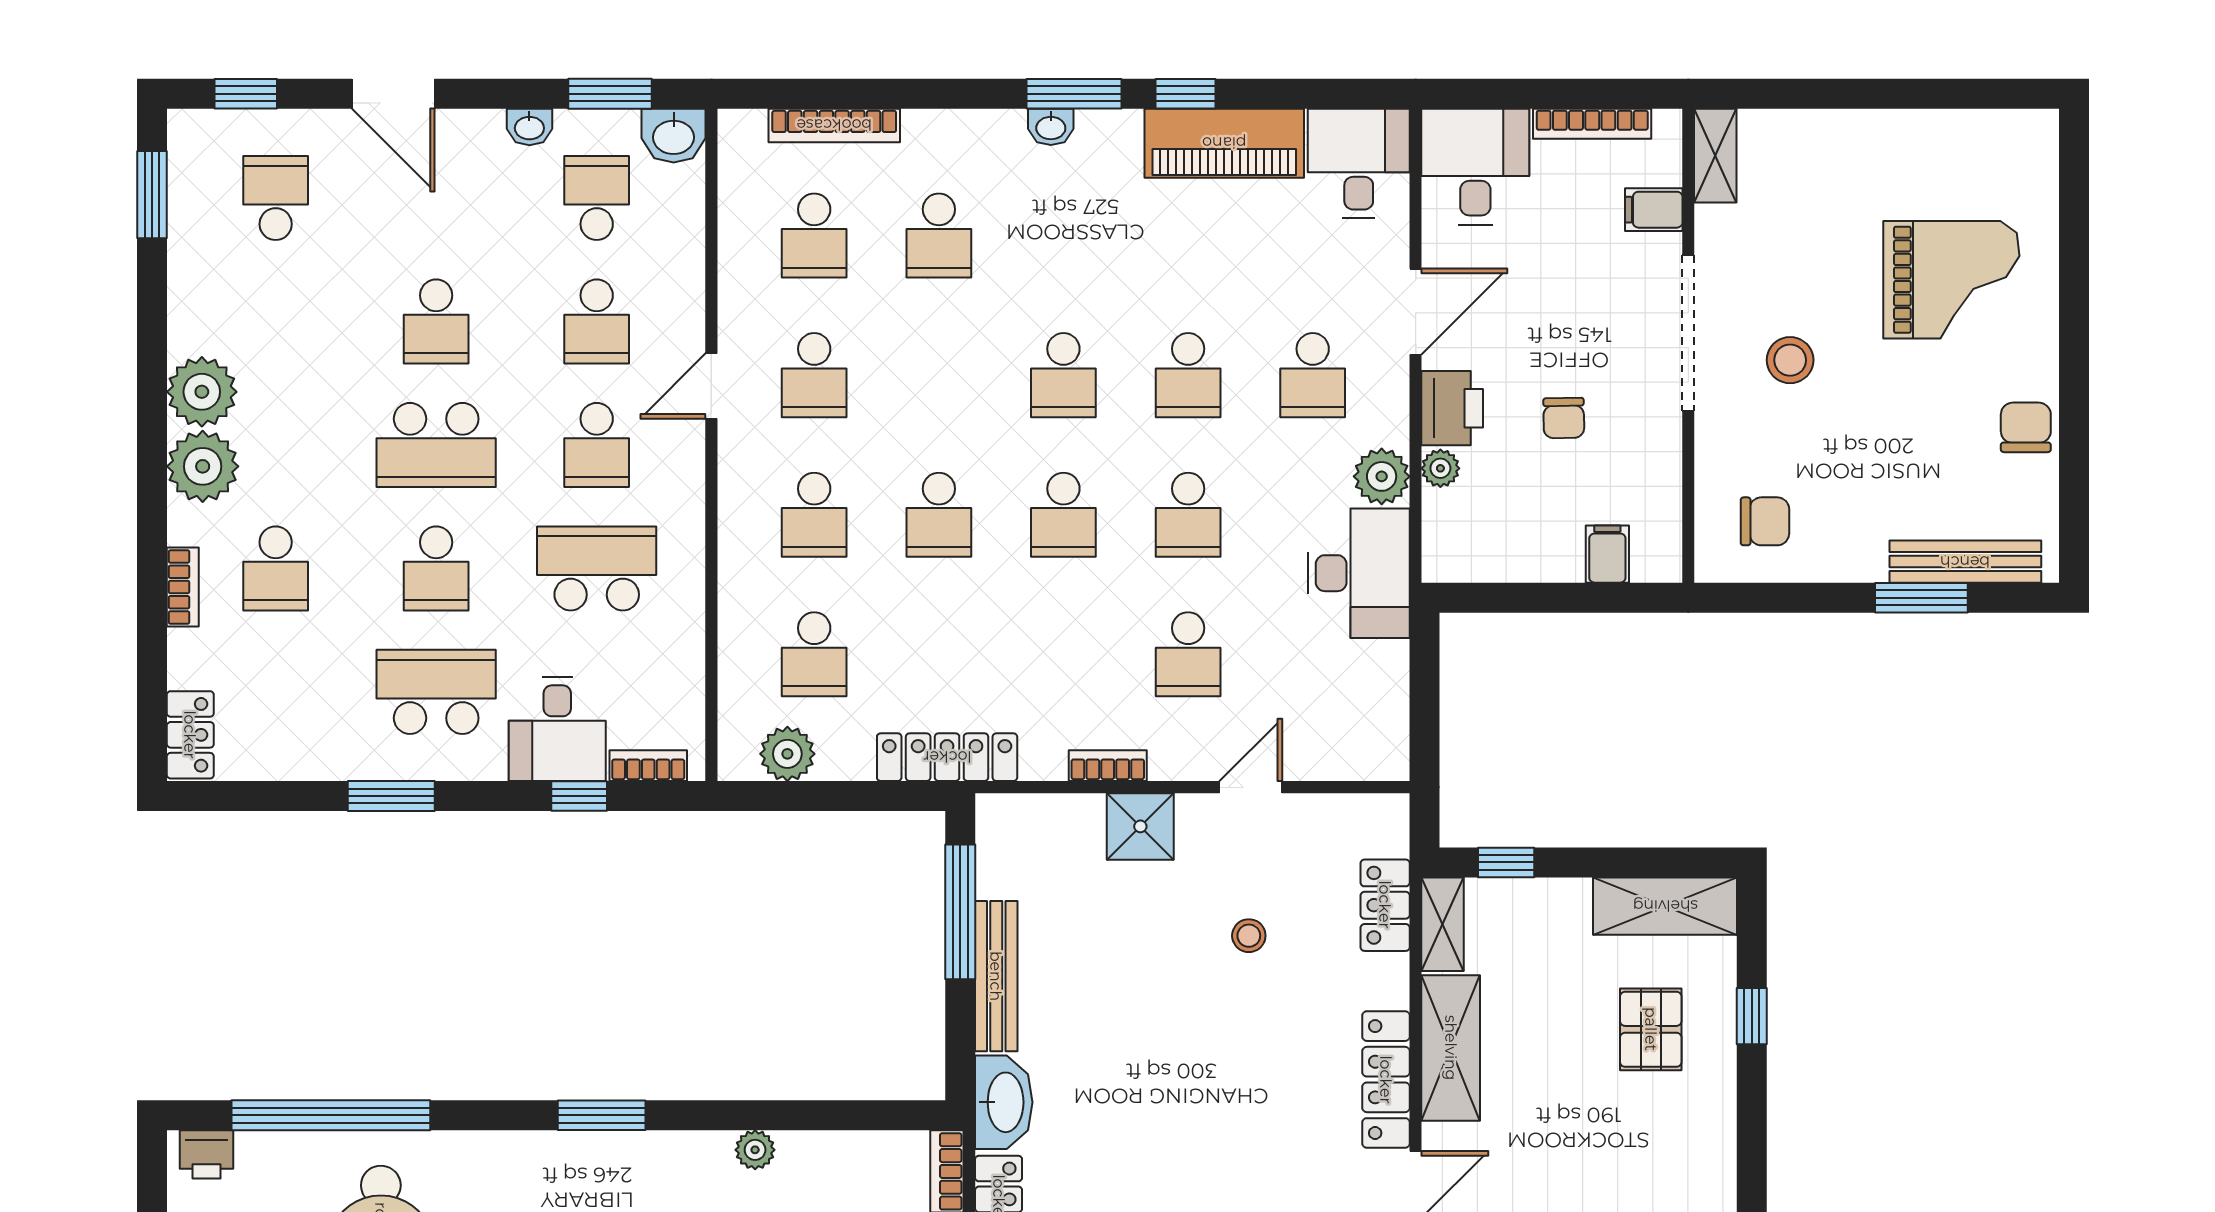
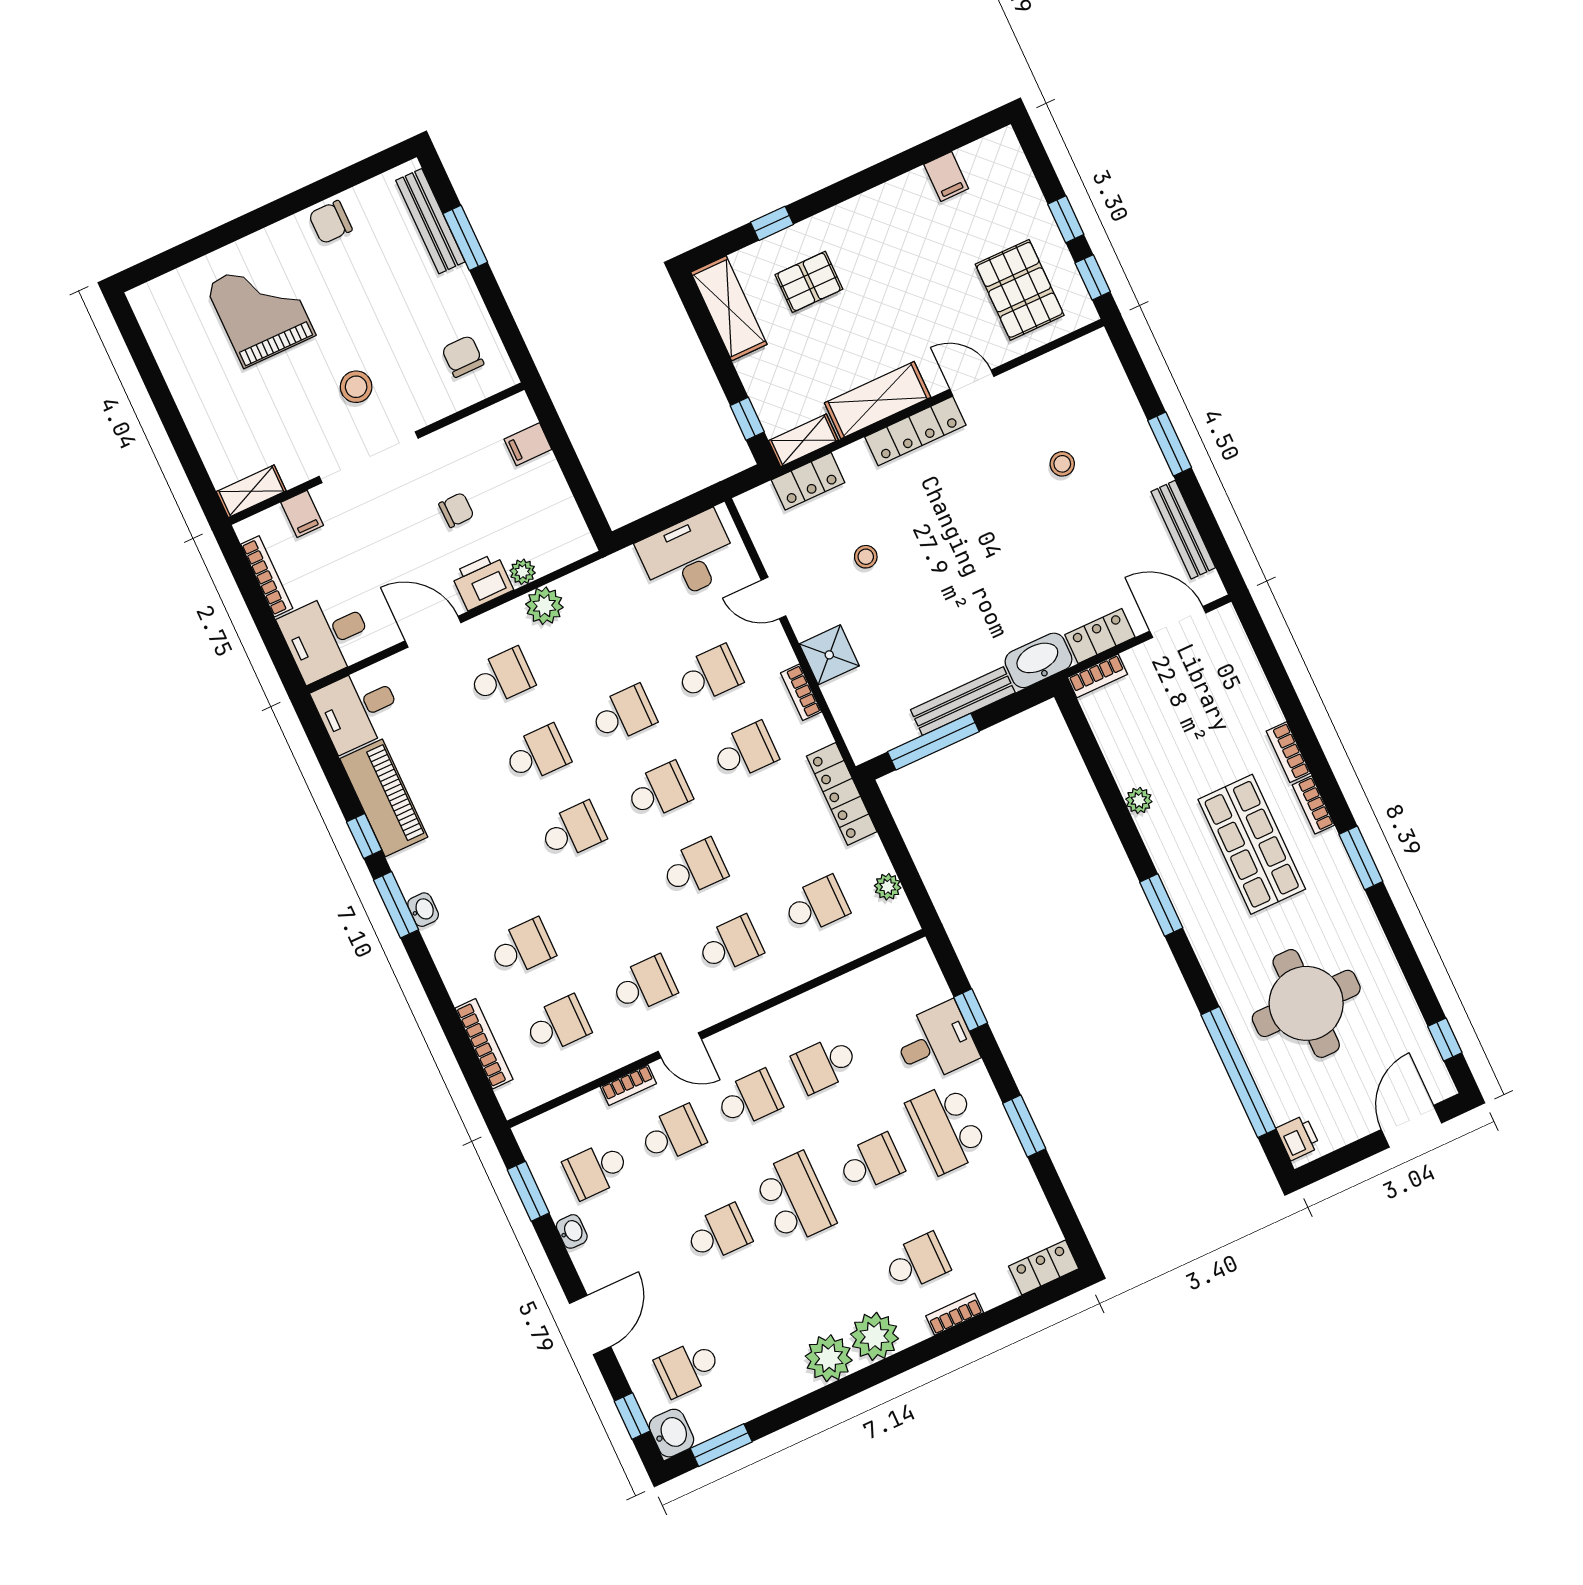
washbasin: (674, 136) -> (671, 1433), moved
school desk: (597, 568) -> (825, 1064), width x0.54
desk: (1359, 573) -> (688, 557), moved
school desk: (1063, 654) -> (745, 751), added
plant: (787, 754) -> (888, 887), width x0.73, depth x0.73
bookcase: (648, 766) -> (628, 1085), moved, turned -90

